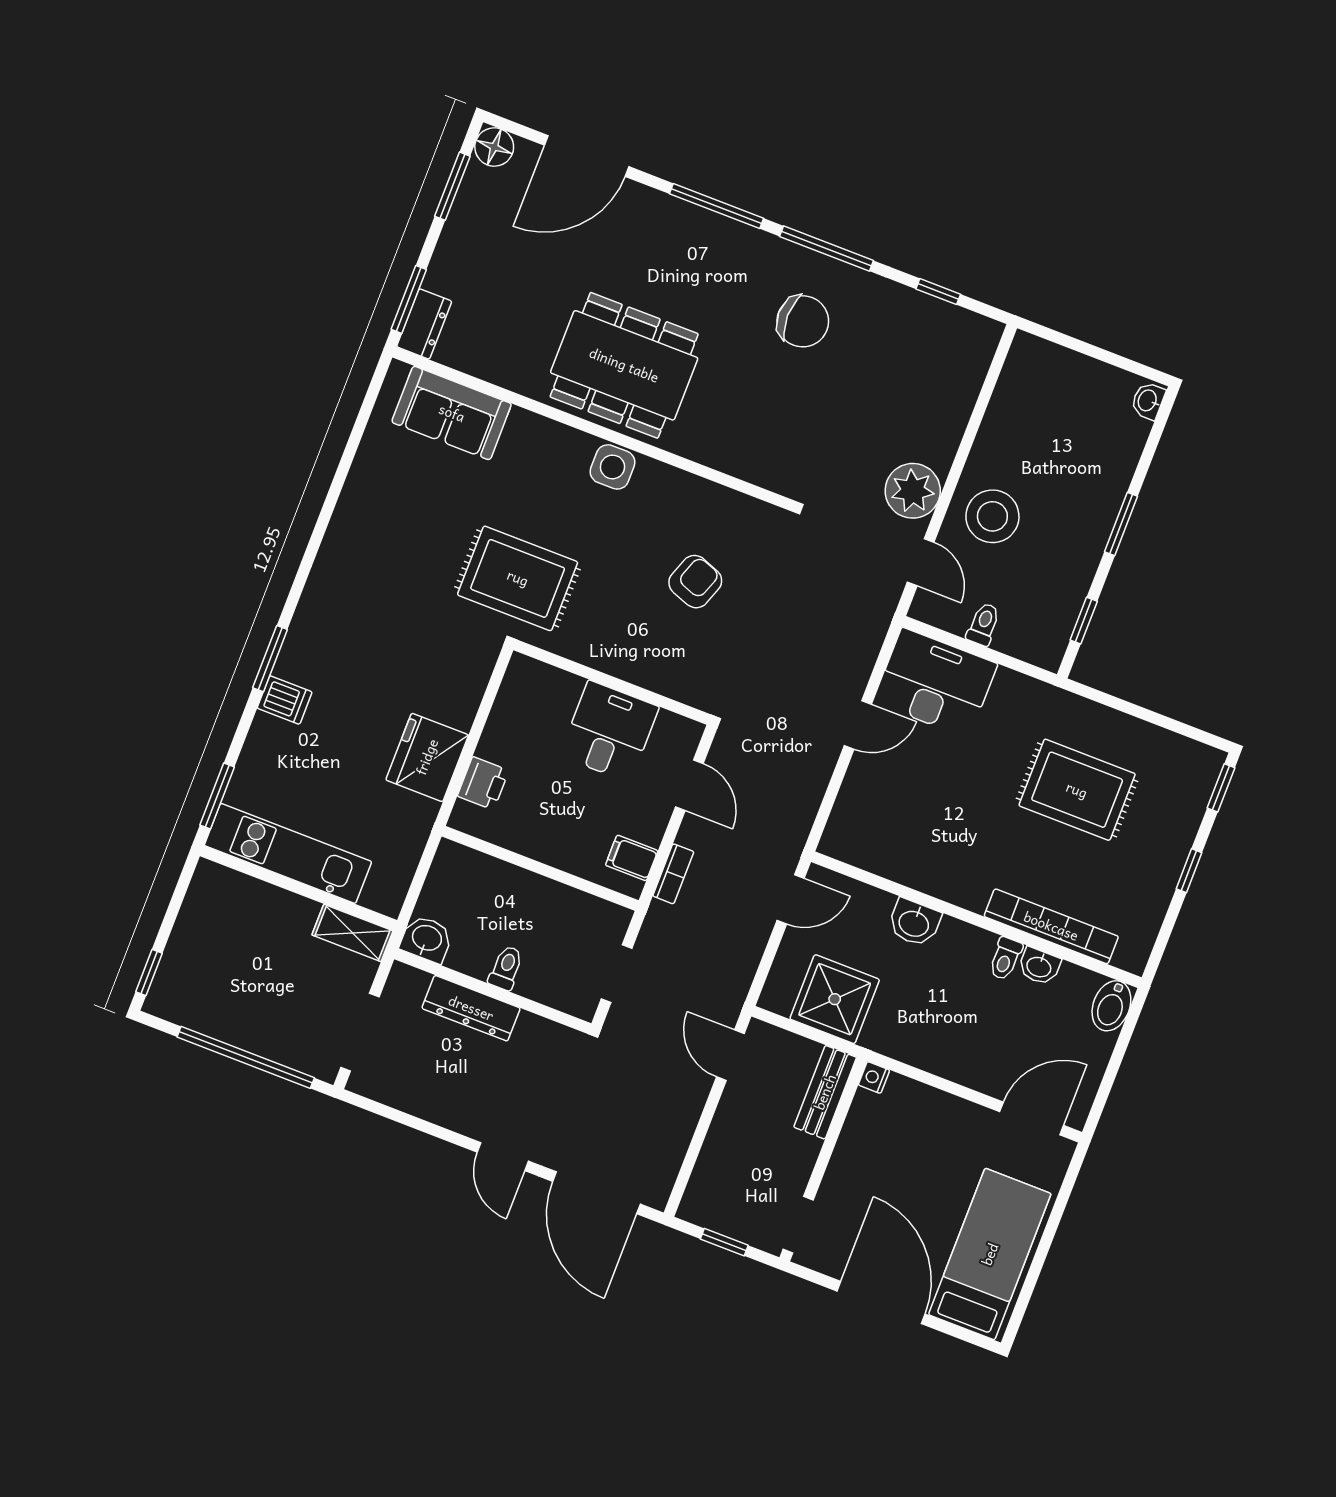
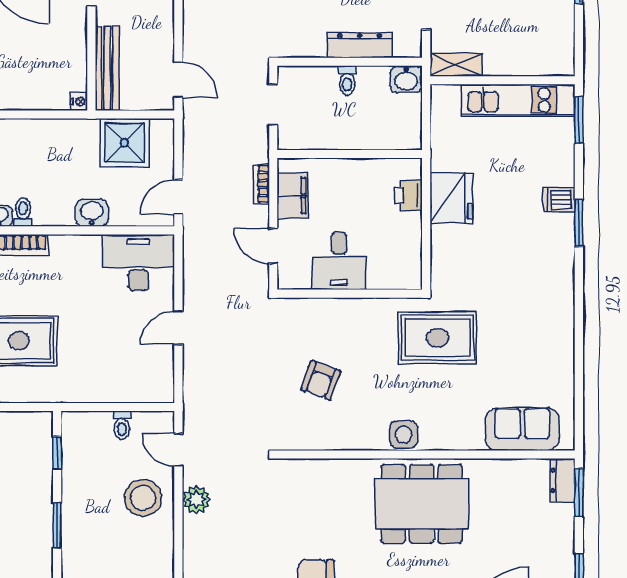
plant: (913, 491) -> (196, 500), width x0.73, depth x0.73
desk: (935, 683) -> (138, 263), moved, turned 180
filing cabinet: (632, 858) -> (293, 195), width x2.00
bench: (825, 1092) -> (107, 68), width x1.36

